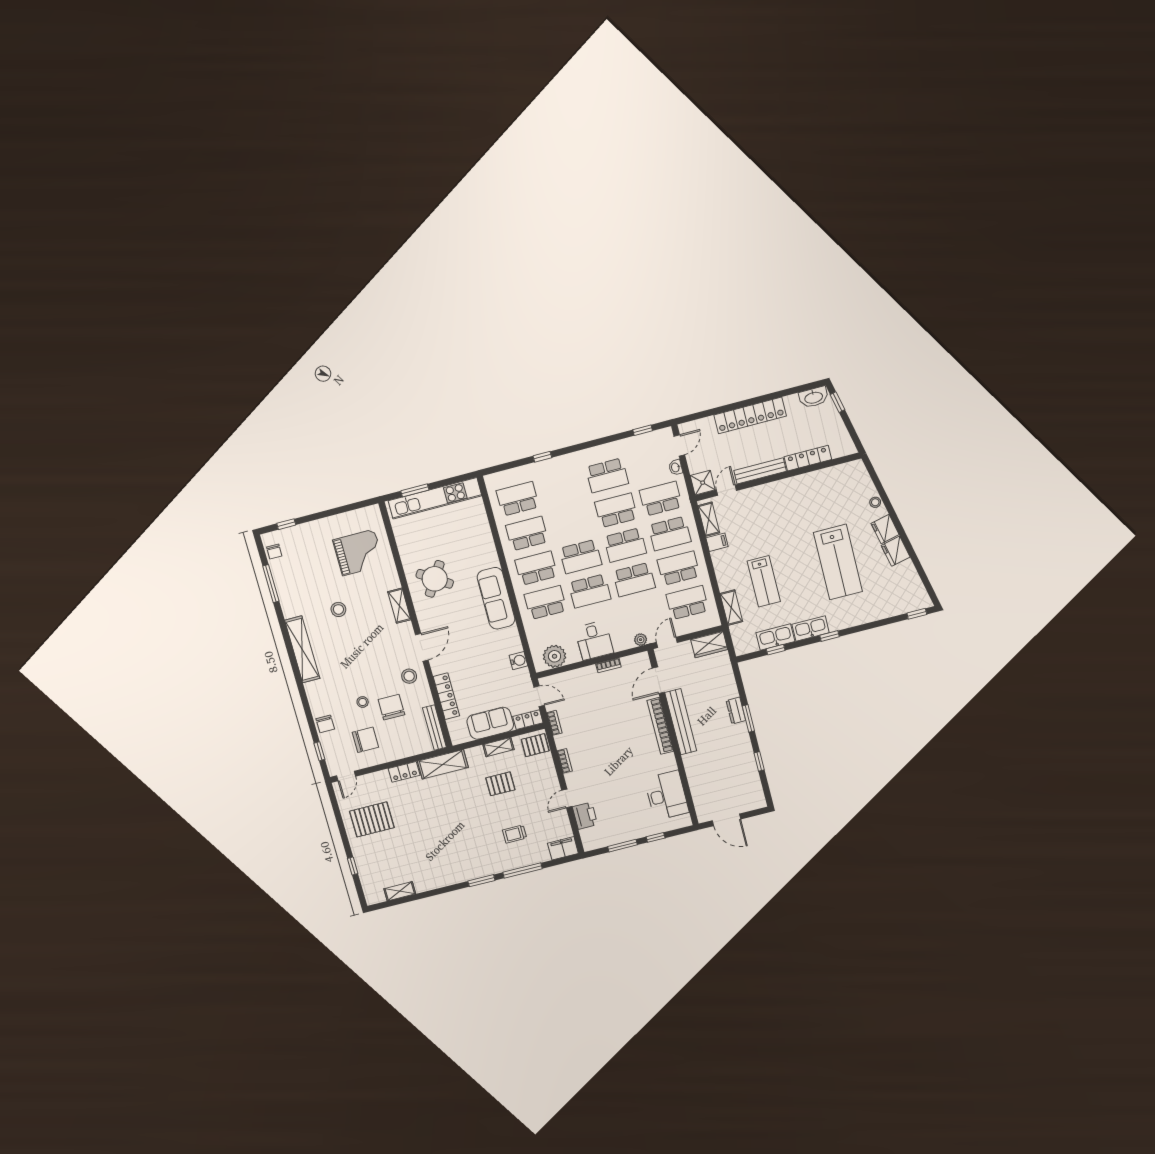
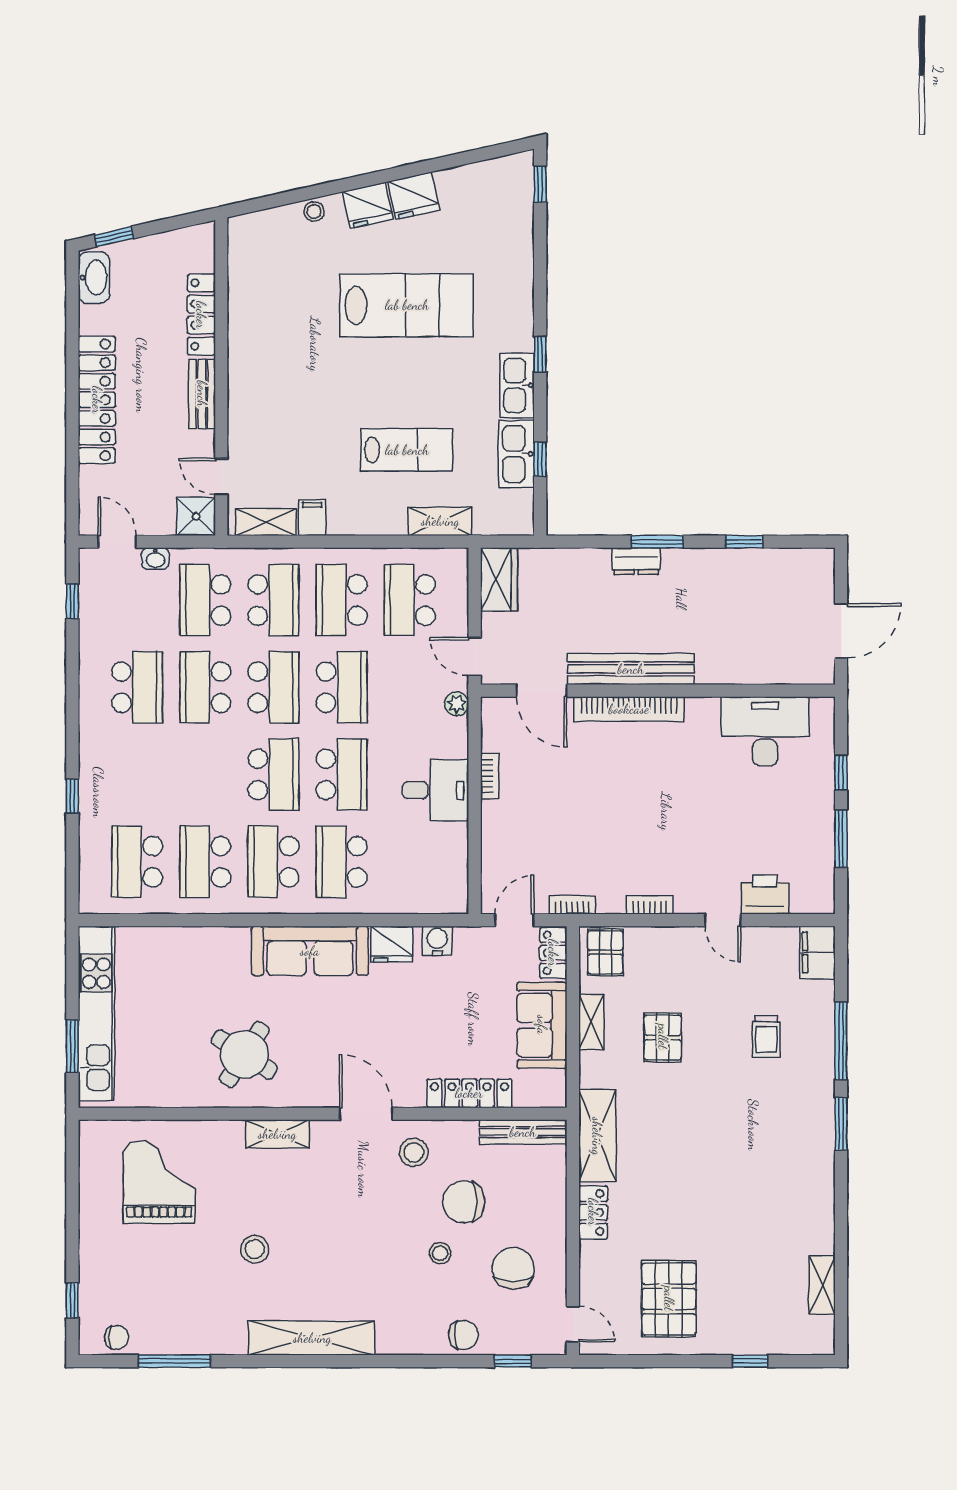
bench: (760, 471) -> (202, 394), width x0.73
fridge: (511, 638) -> (392, 944), added
plant: (555, 656) -> (447, 871), removed

